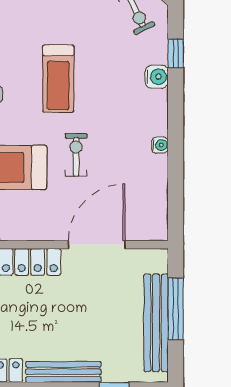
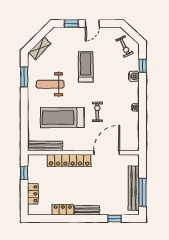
treadmill: (58, 79) -> (86, 67), moved, turned 180
window: (176, 309) -> (143, 192), moved
bench: (63, 372) -> (87, 210), width x0.73

